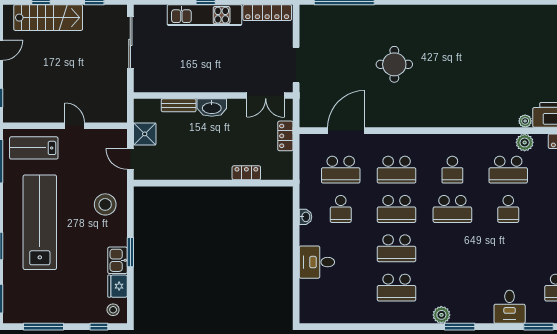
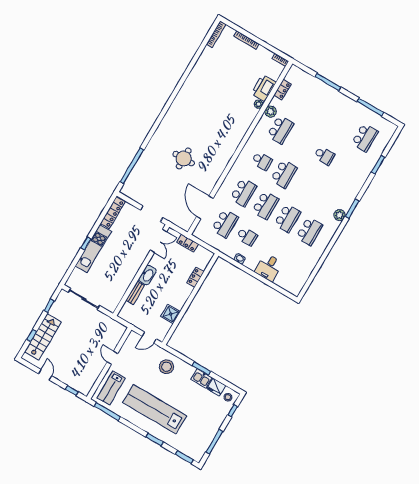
door: (75, 126) -> (112, 358), hinge flipped
shower: (145, 134) -> (171, 314), moved
school desk: (508, 209) -> (324, 156), moved
desk: (510, 307) -> (357, 174), removed

